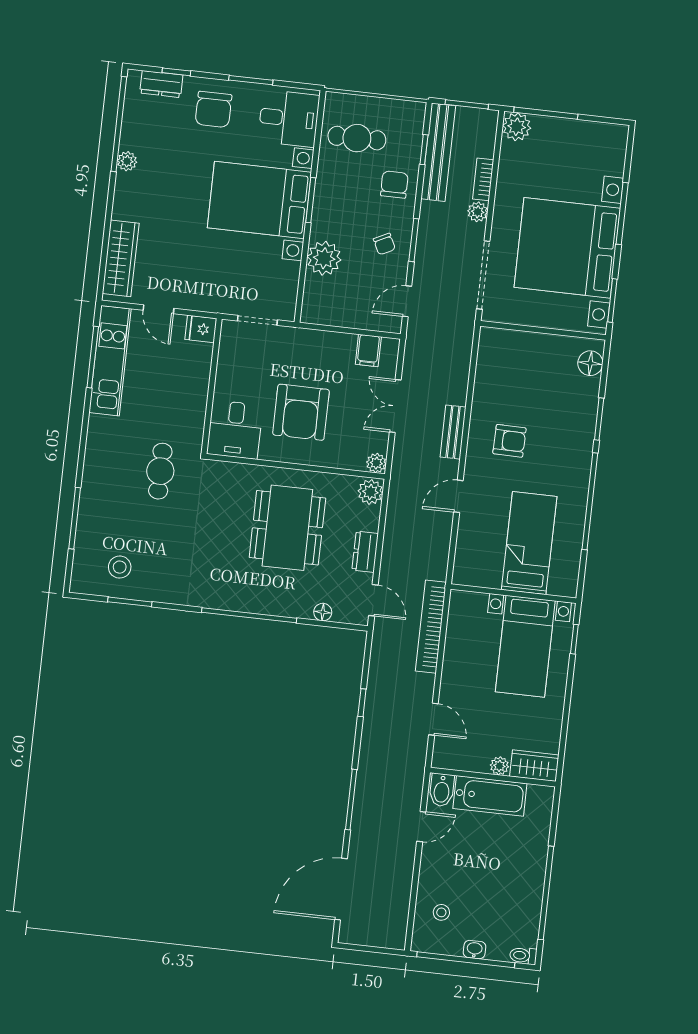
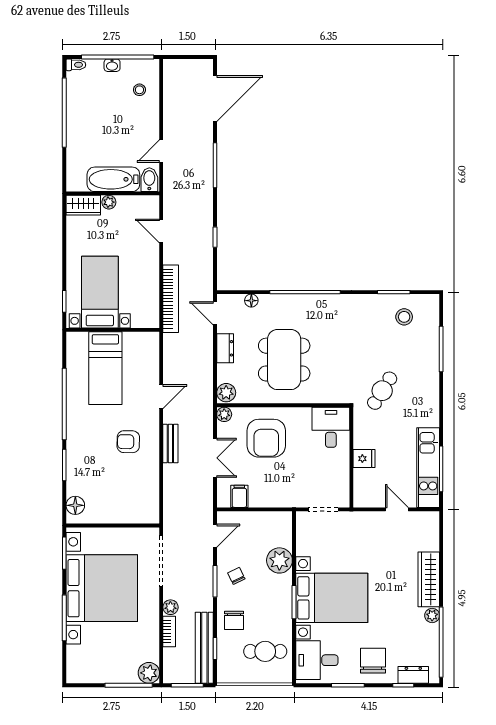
wardrobe: (121, 258) -> (429, 579), moved
fridge: (201, 329) -> (364, 459), moved
armchair: (301, 412) -> (266, 438), moved, turned 180
cafe table: (160, 471) -> (382, 391), turned 32

